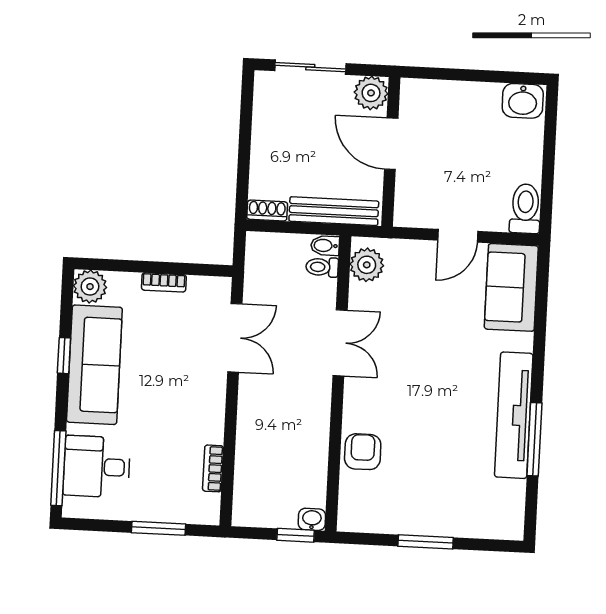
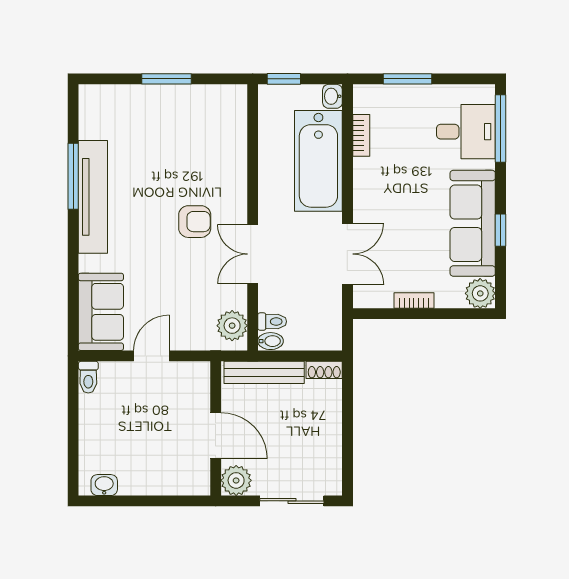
washbasin: (523, 101) -> (104, 485), width x0.72, depth x0.69
toilet: (525, 209) -> (88, 377), width x0.73, depth x0.72
double door: (235, 338) -> (347, 254), swing flipped
bathtub: (262, 442) -> (318, 161), added
armchair: (363, 452) -> (195, 222), moved, turned -90
washbasin: (312, 519) -> (332, 96), moved, turned 90

